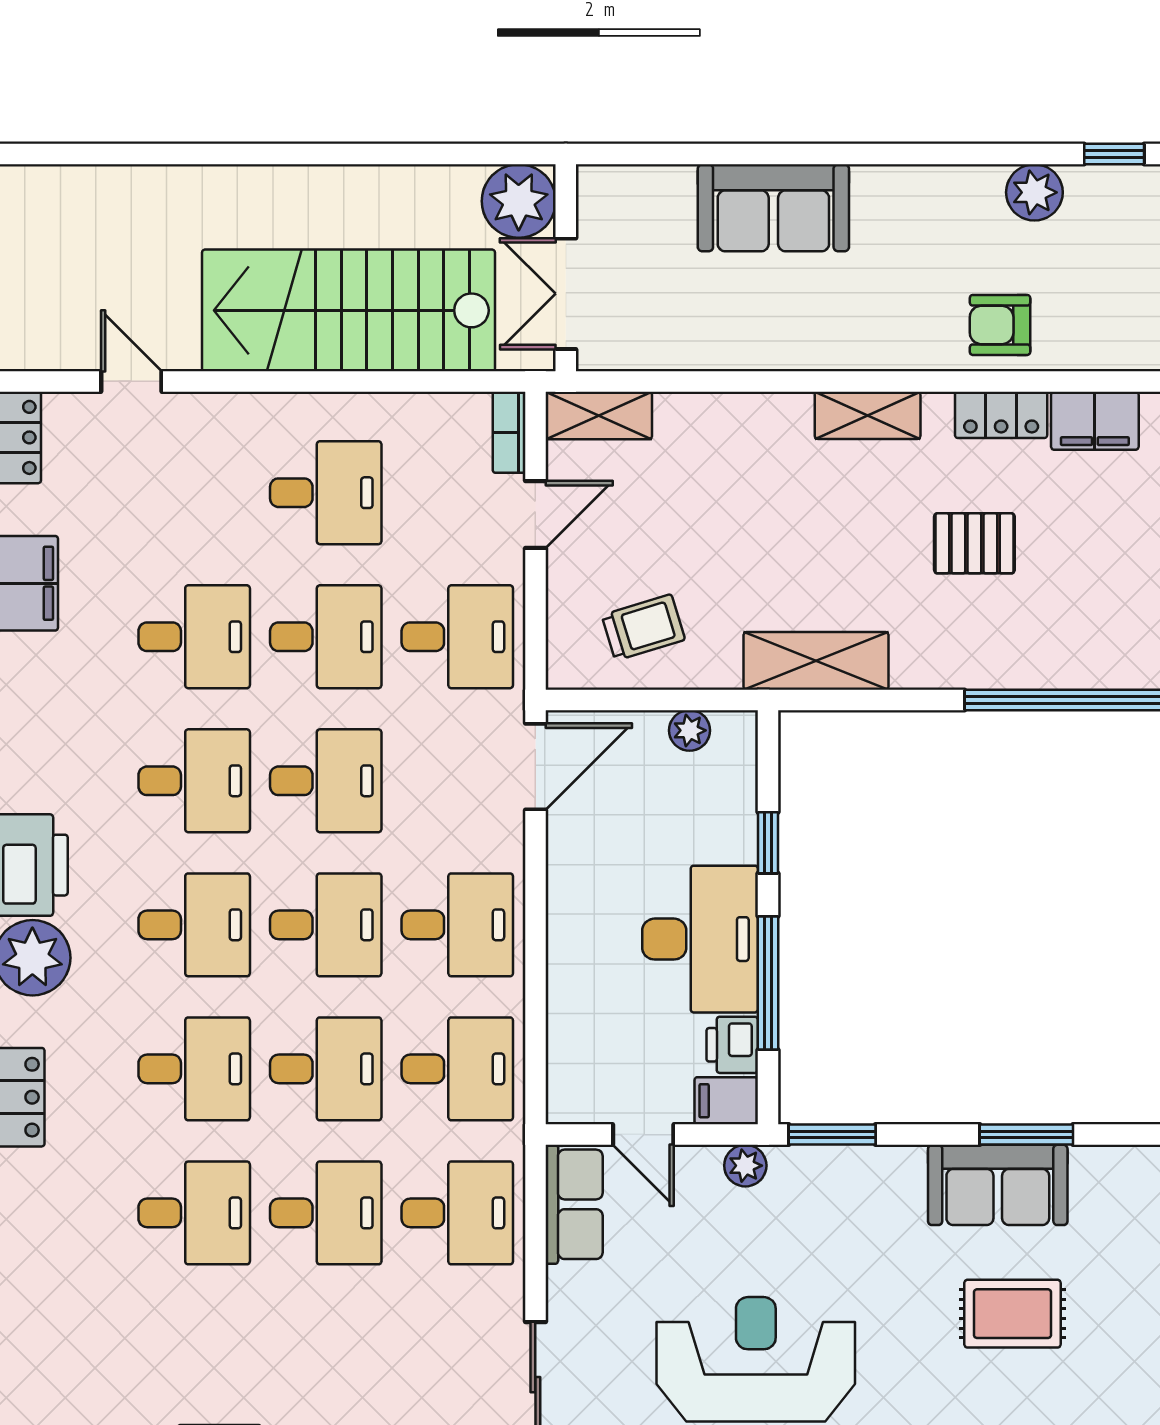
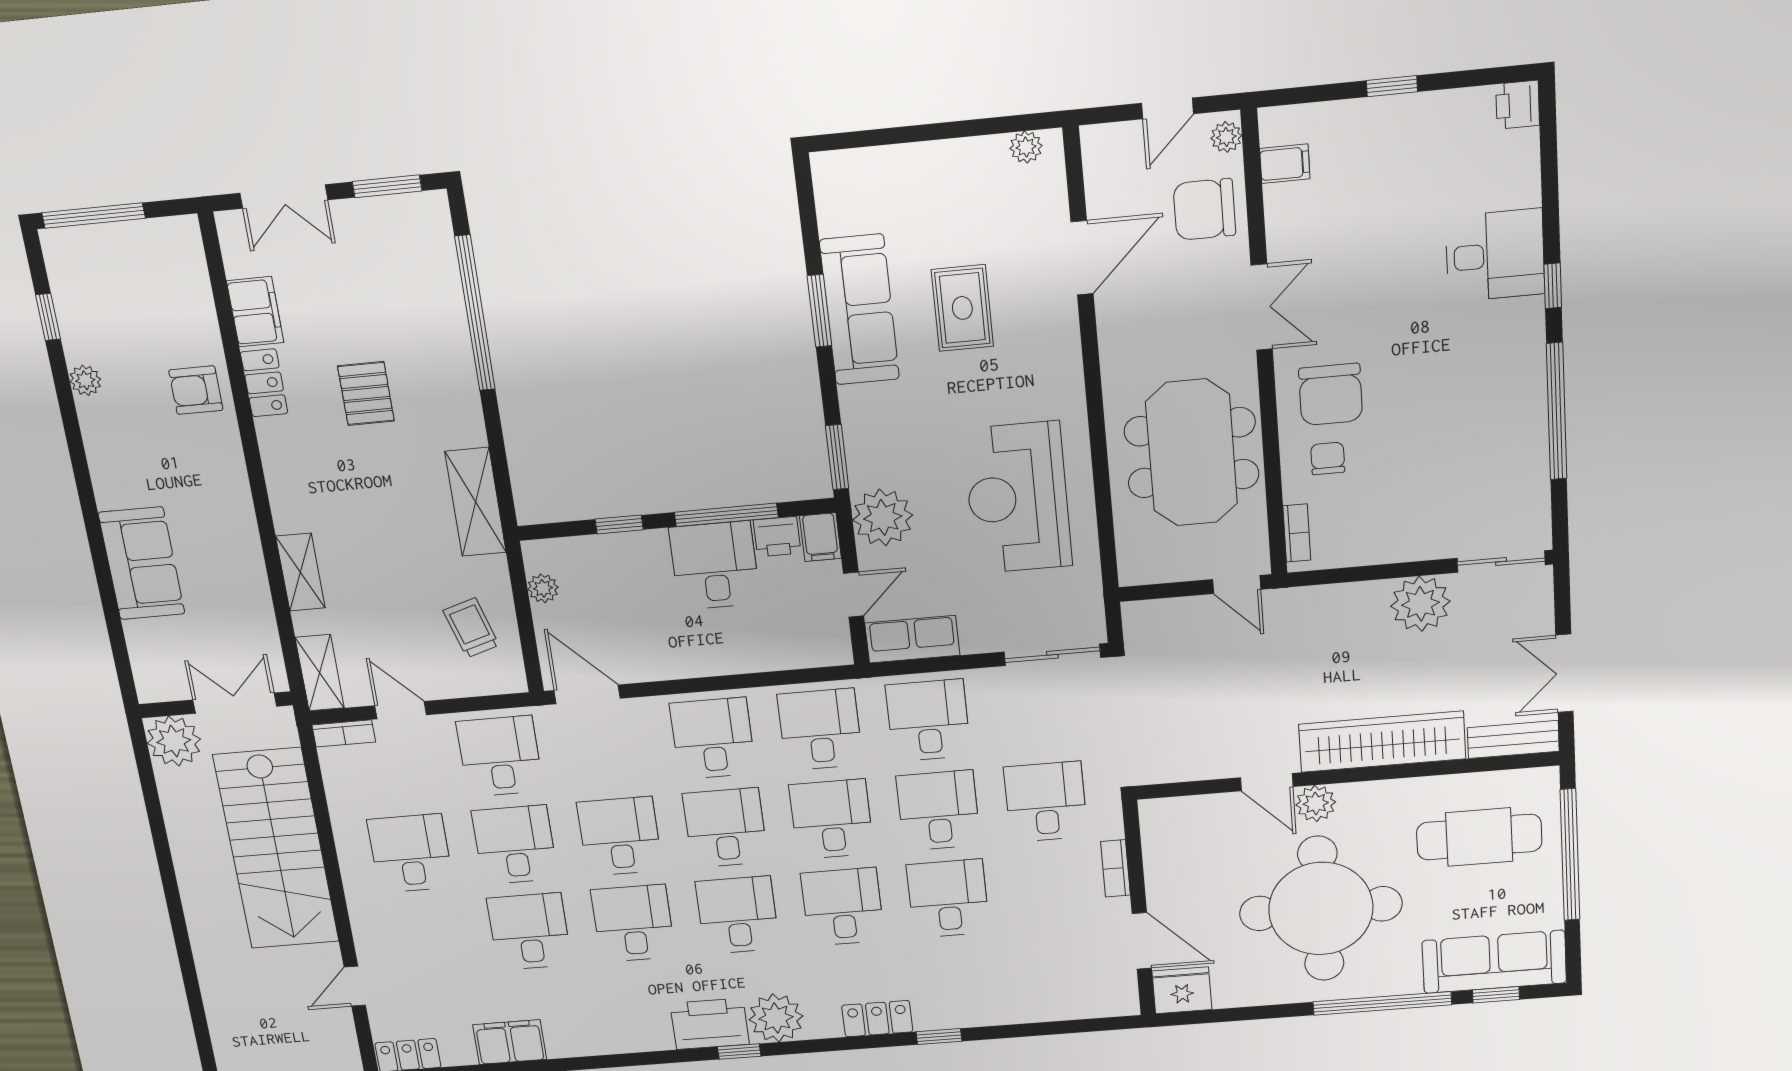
plant: (1034, 192) -> (85, 380), width x0.73, depth x0.73
double door: (566, 294) -> (235, 703), swing flipped
armchair: (1000, 325) -> (196, 390), turned 90
shelving: (868, 415) -> (300, 572), moved
desk: (700, 939) -> (715, 566), width x0.73
plant: (745, 1166) -> (883, 517), width x1.88, depth x1.88
sofa: (998, 1185) -> (860, 310), width x1.36
desk: (326, 1357) -> (1046, 802), added

